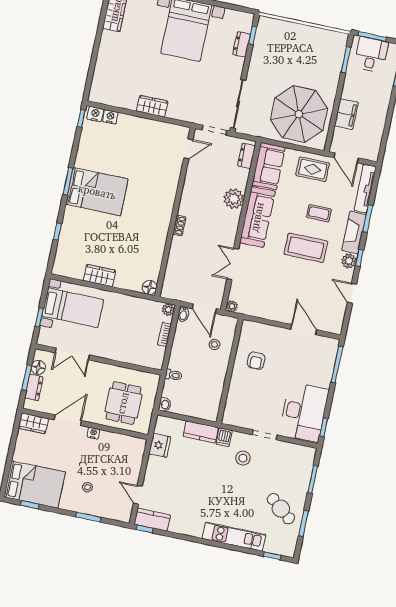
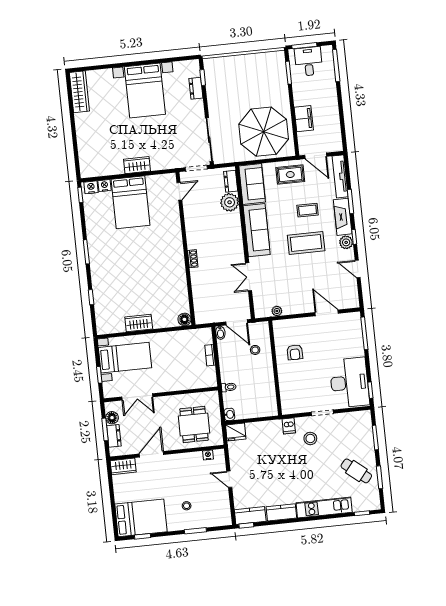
bed: (97, 192) -> (130, 202), moved, turned 90
plant: (234, 199) -> (230, 202), moved
plant: (232, 306) -> (277, 311), moved
plant: (168, 310) -> (206, 333), removed
kitchen counter: (201, 432) -> (281, 512), moved, turned 180
nightstand: (93, 433) -> (208, 455), moved
fridge: (160, 445) -> (236, 432), moved, turned 90
door: (138, 495) -> (229, 479), moved

